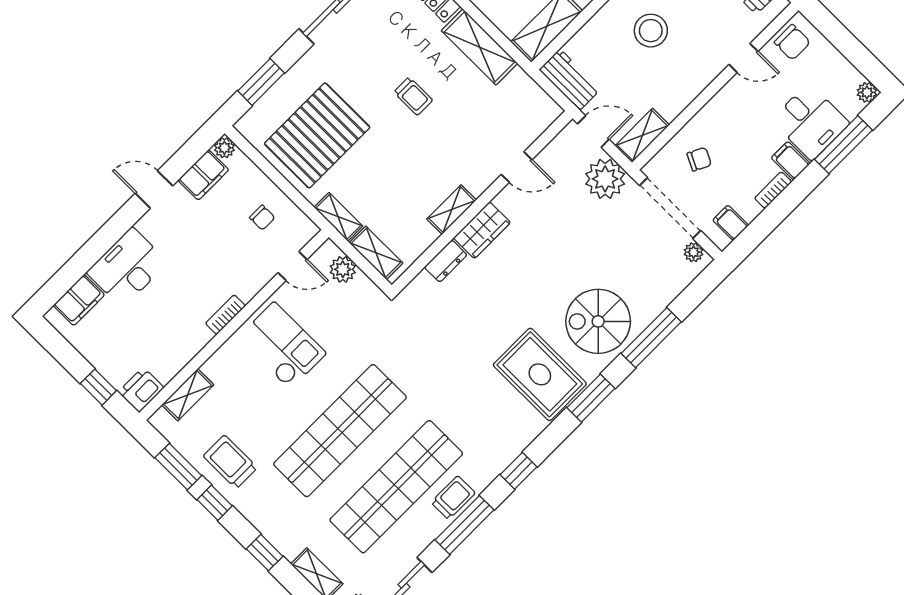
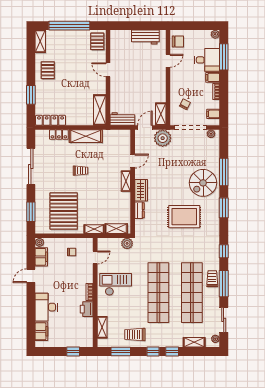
stool: (651, 31) -> (132, 80), removed
shelving: (452, 210) -> (126, 181), moved
plant: (343, 269) -> (127, 243), moved
rug: (540, 374) -> (184, 217), moved
printer: (141, 390) -> (87, 309), moved
window: (215, 503) -> (153, 351), moved

